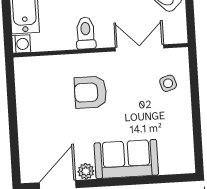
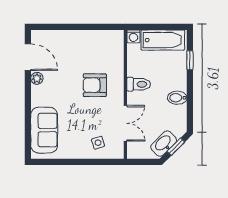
armchair: (90, 92) -> (95, 85), turned -90
sofa: (126, 159) -> (44, 130), moved

